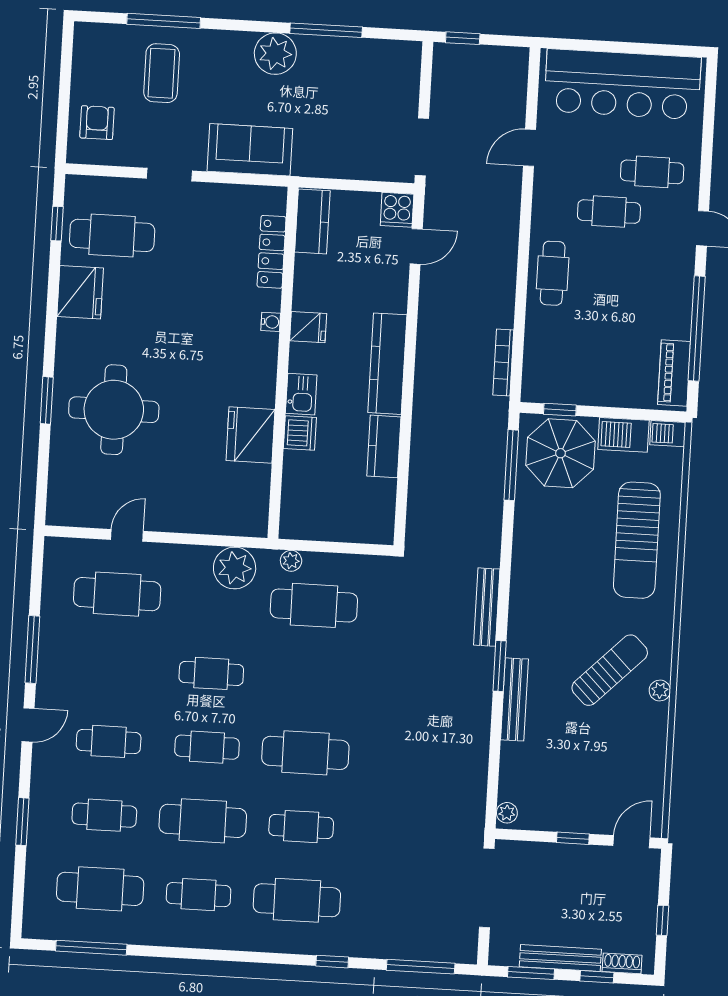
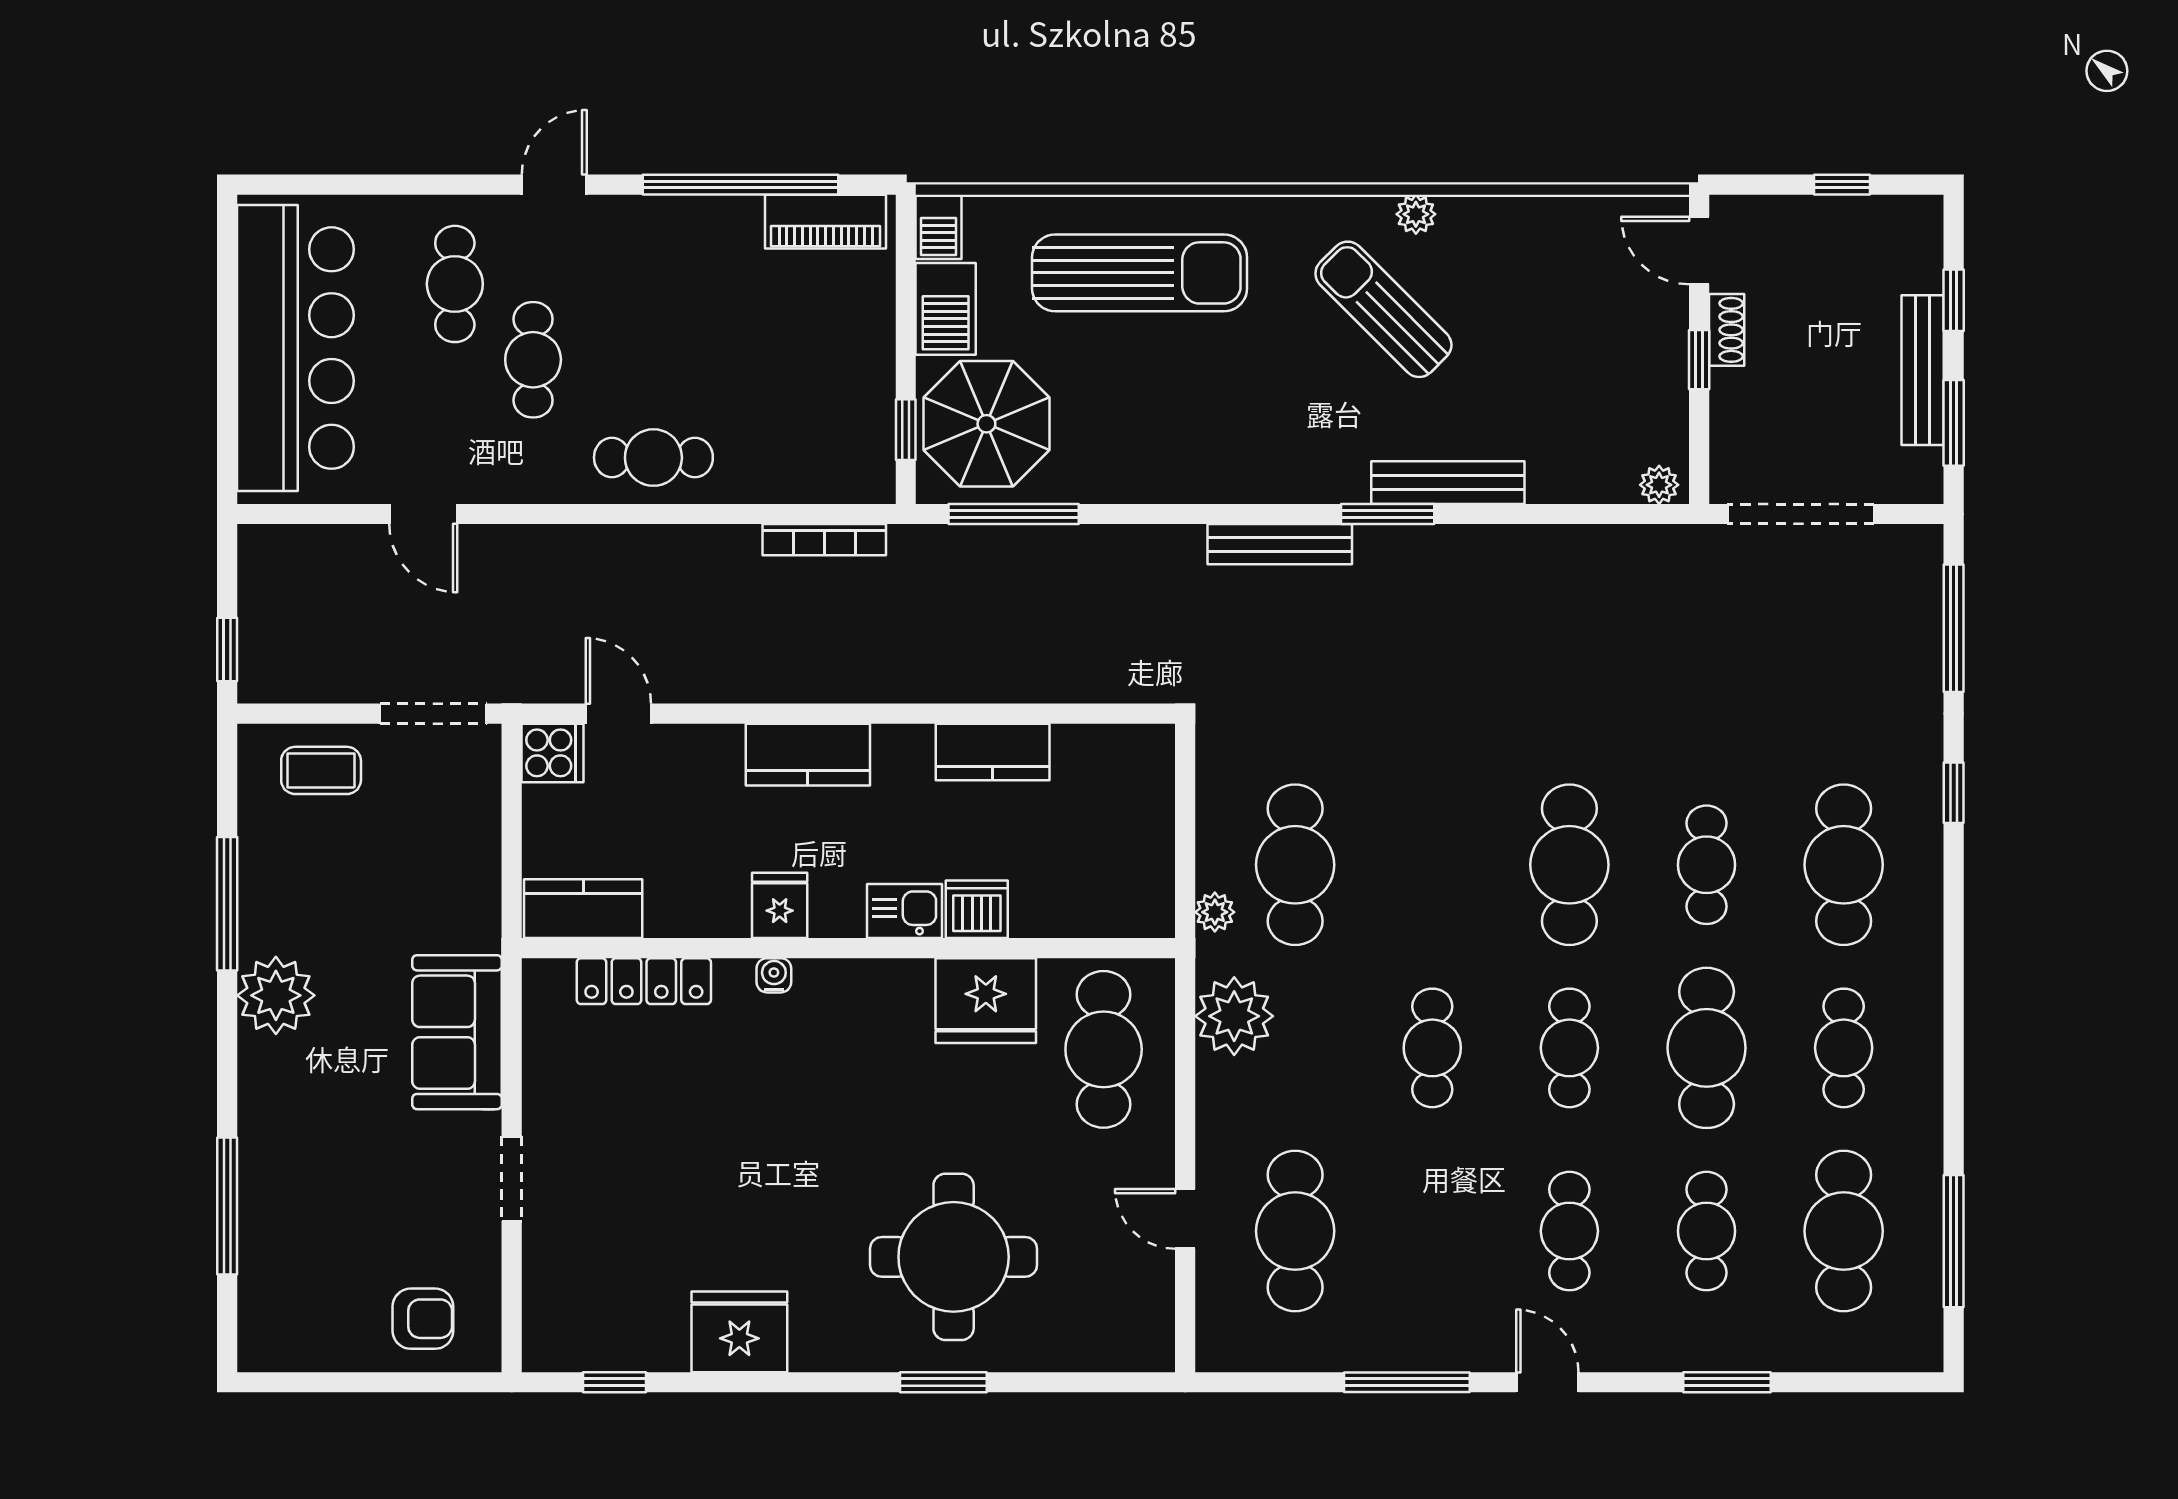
coffee table: (162, 73) -> (321, 770), moved, width x0.73, depth x0.77
armchair: (97, 123) -> (423, 1319), turned 180
cafe table: (112, 235) -> (1104, 1049), moved
kitchen counter: (387, 364) -> (808, 755), width x0.67
shoe rack: (622, 963) -> (1727, 330), moved, turned 180

